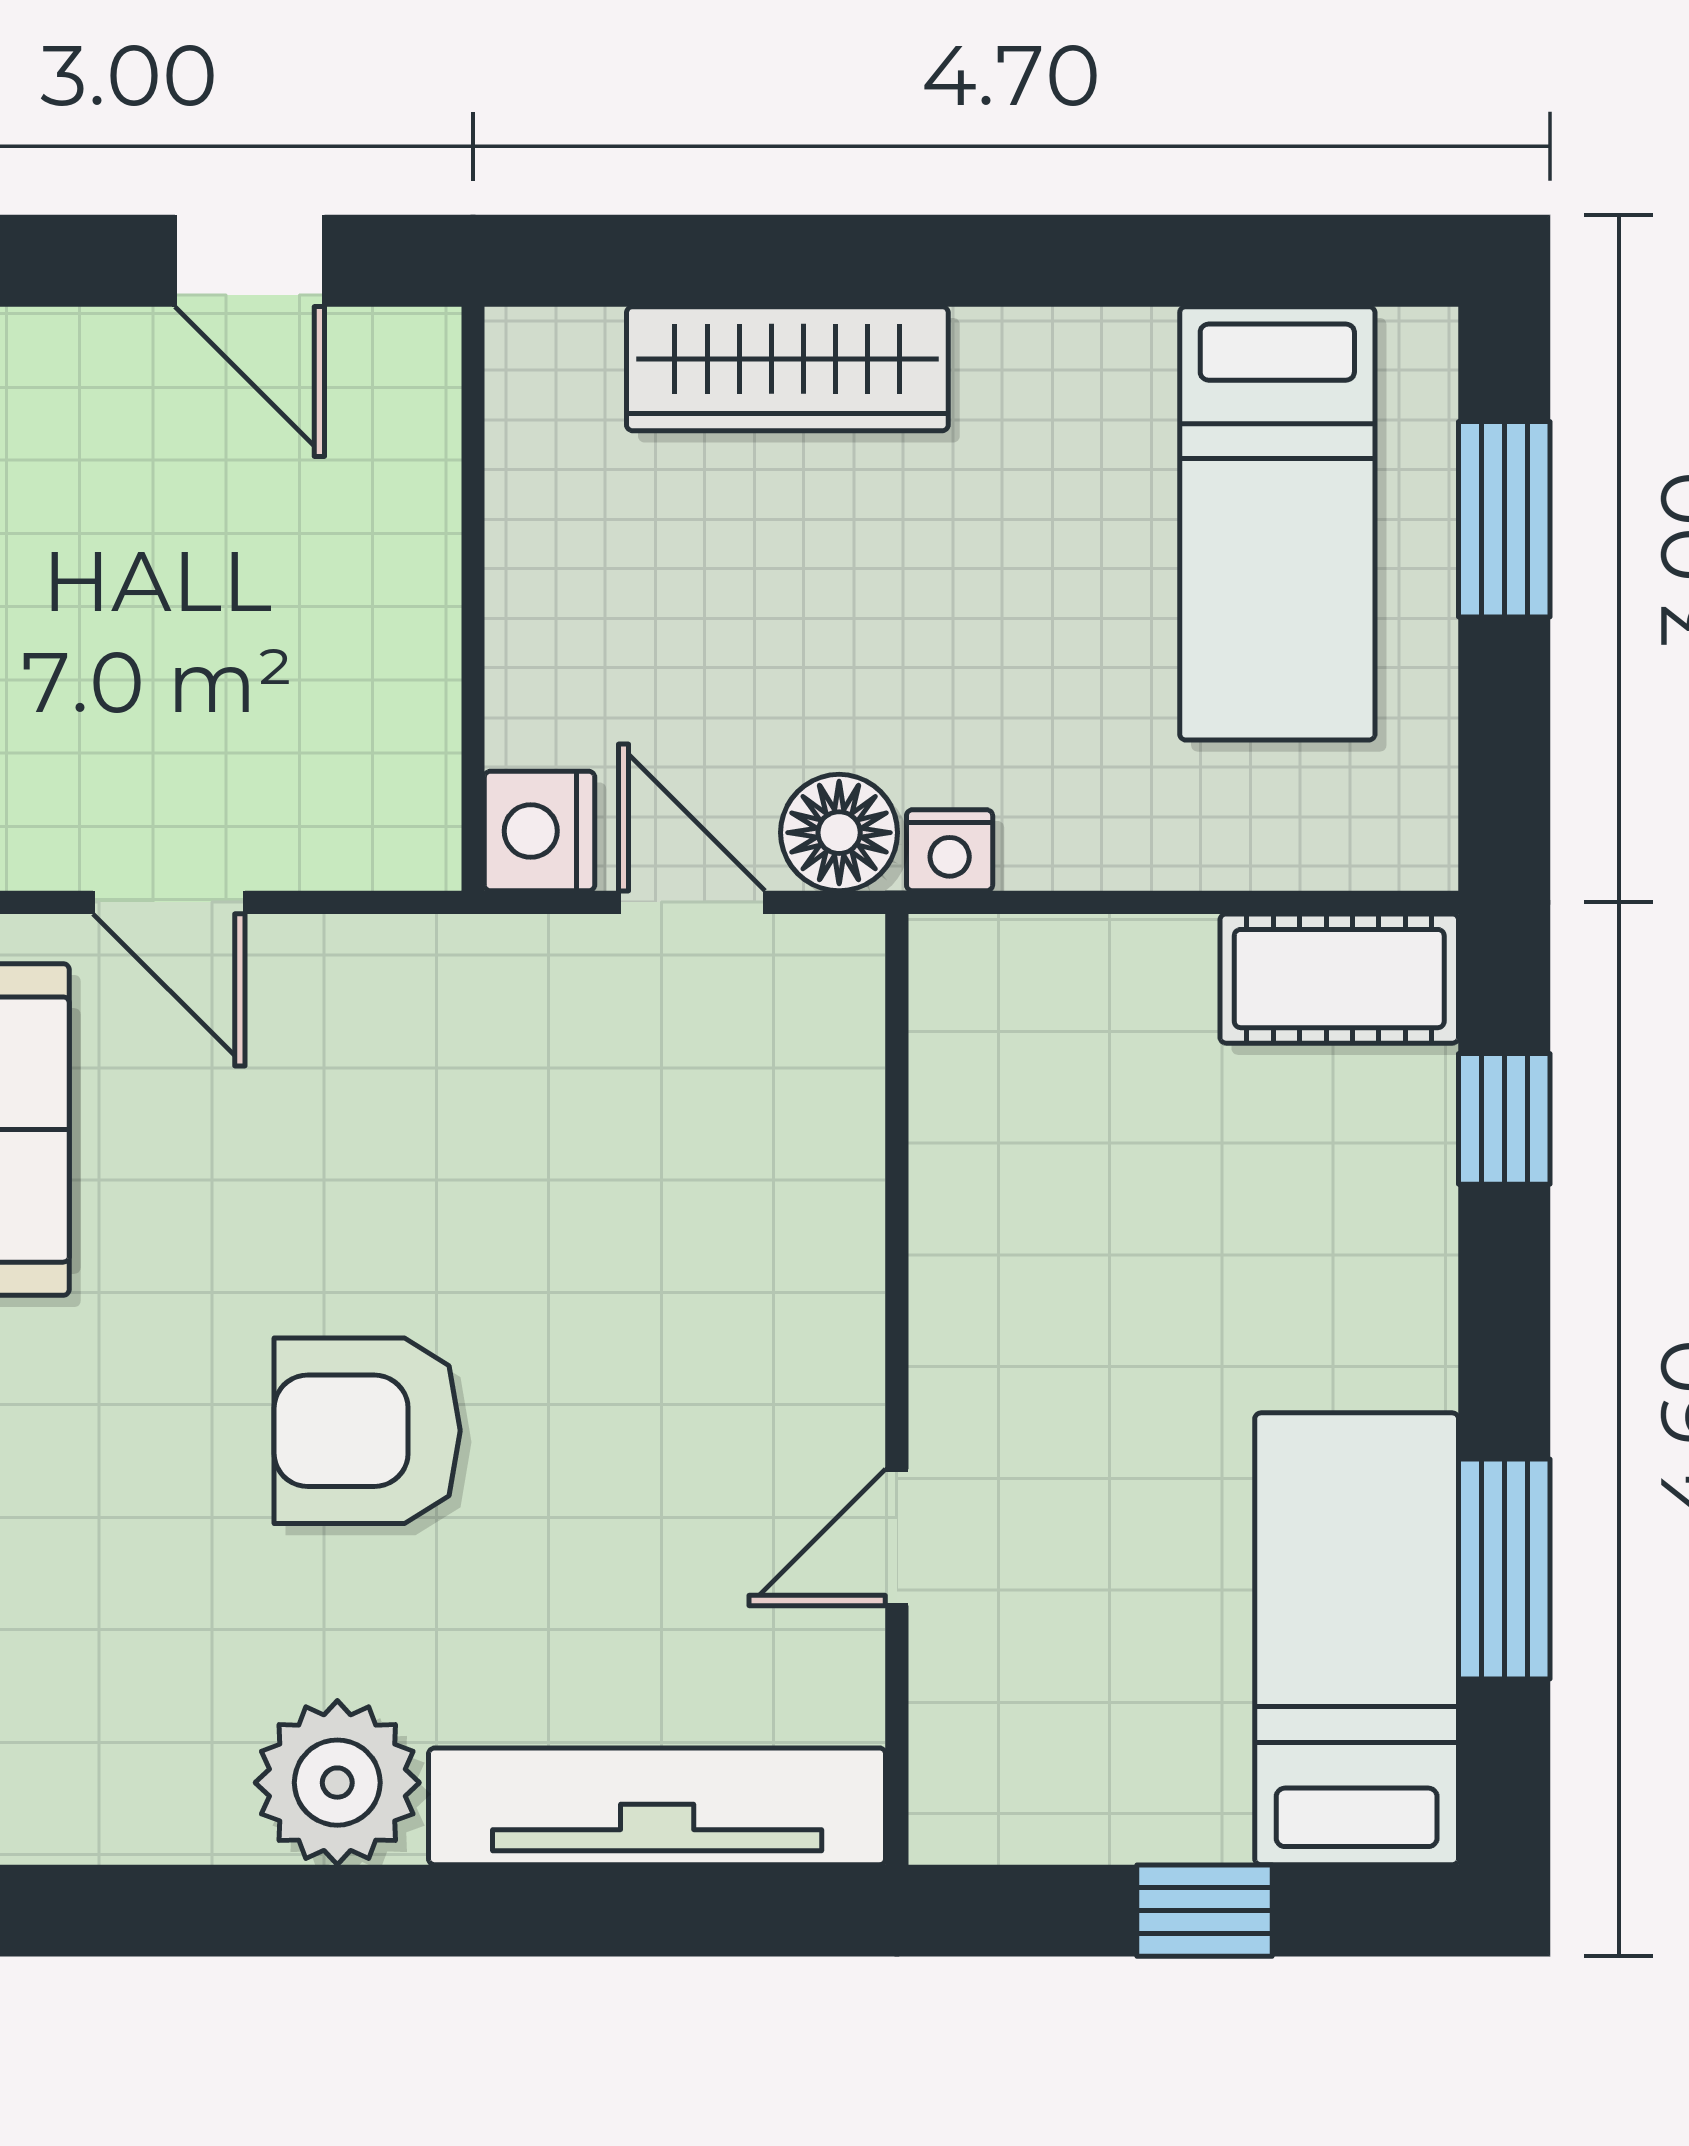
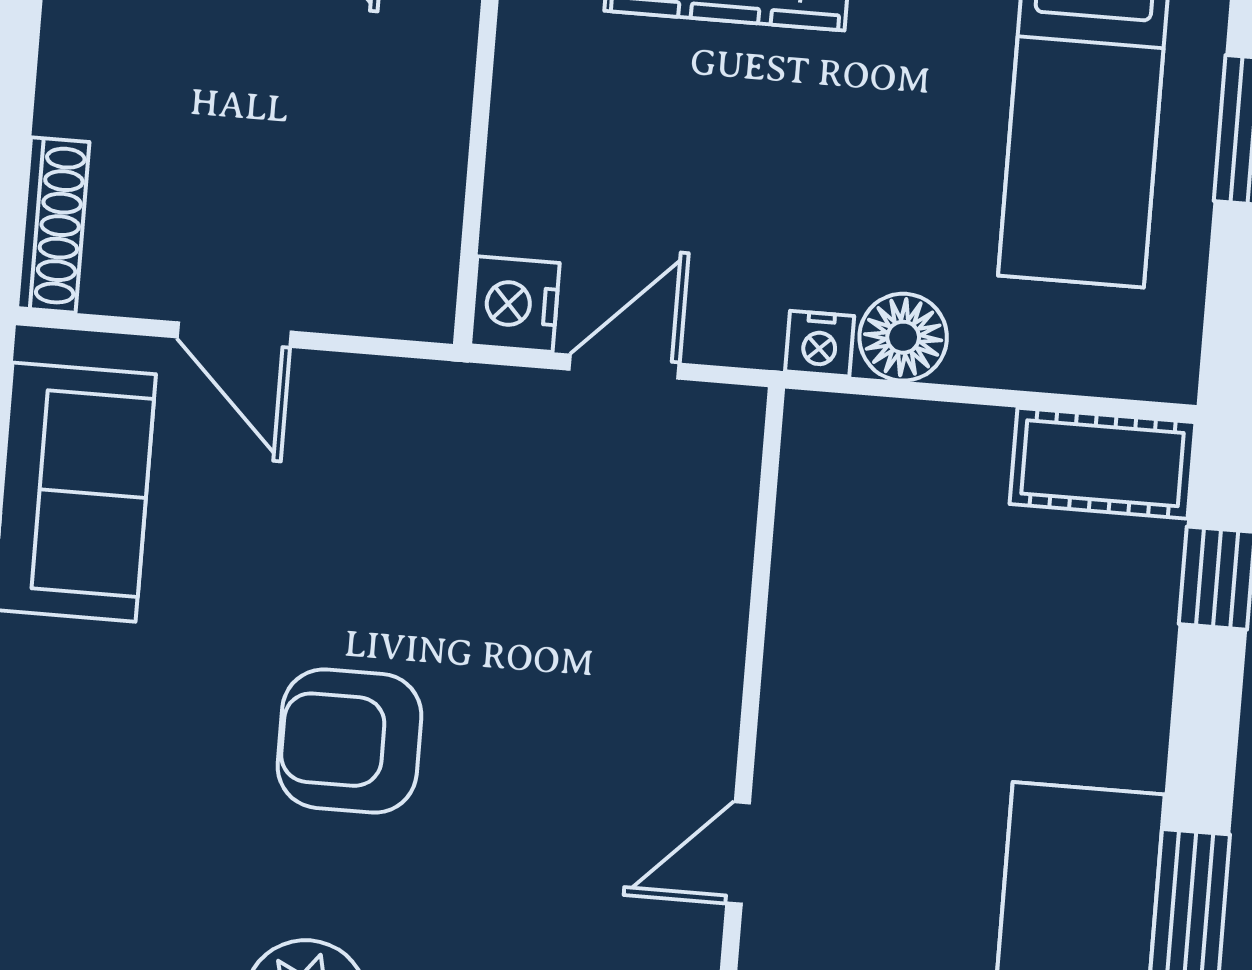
floor lamp: (839, 833) -> (903, 337), moved
door: (692, 902) -> (624, 367), hinge flipped

